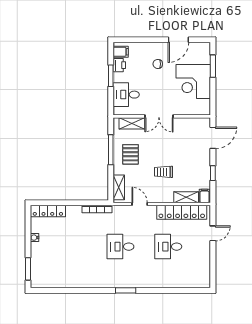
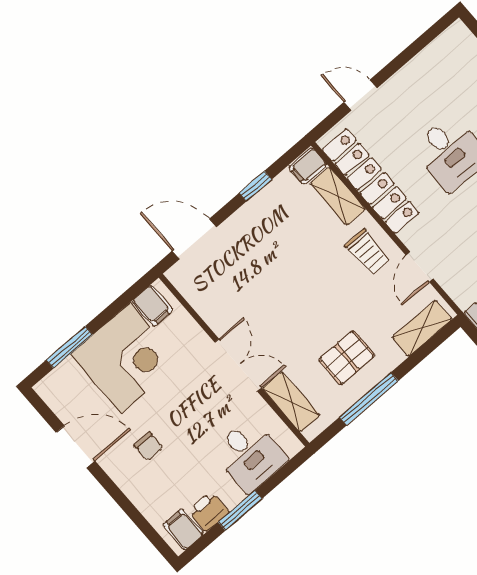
filing cabinet: (203, 105) -> (152, 306), added
trolley: (163, 172) -> (368, 252), moved

